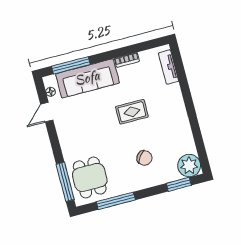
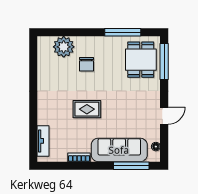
door: (47, 112) -> (164, 116), moved
chair: (144, 158) -> (87, 64), turned -127
plant: (189, 166) -> (64, 47), moved
window: (179, 184) -> (62, 32), removed

